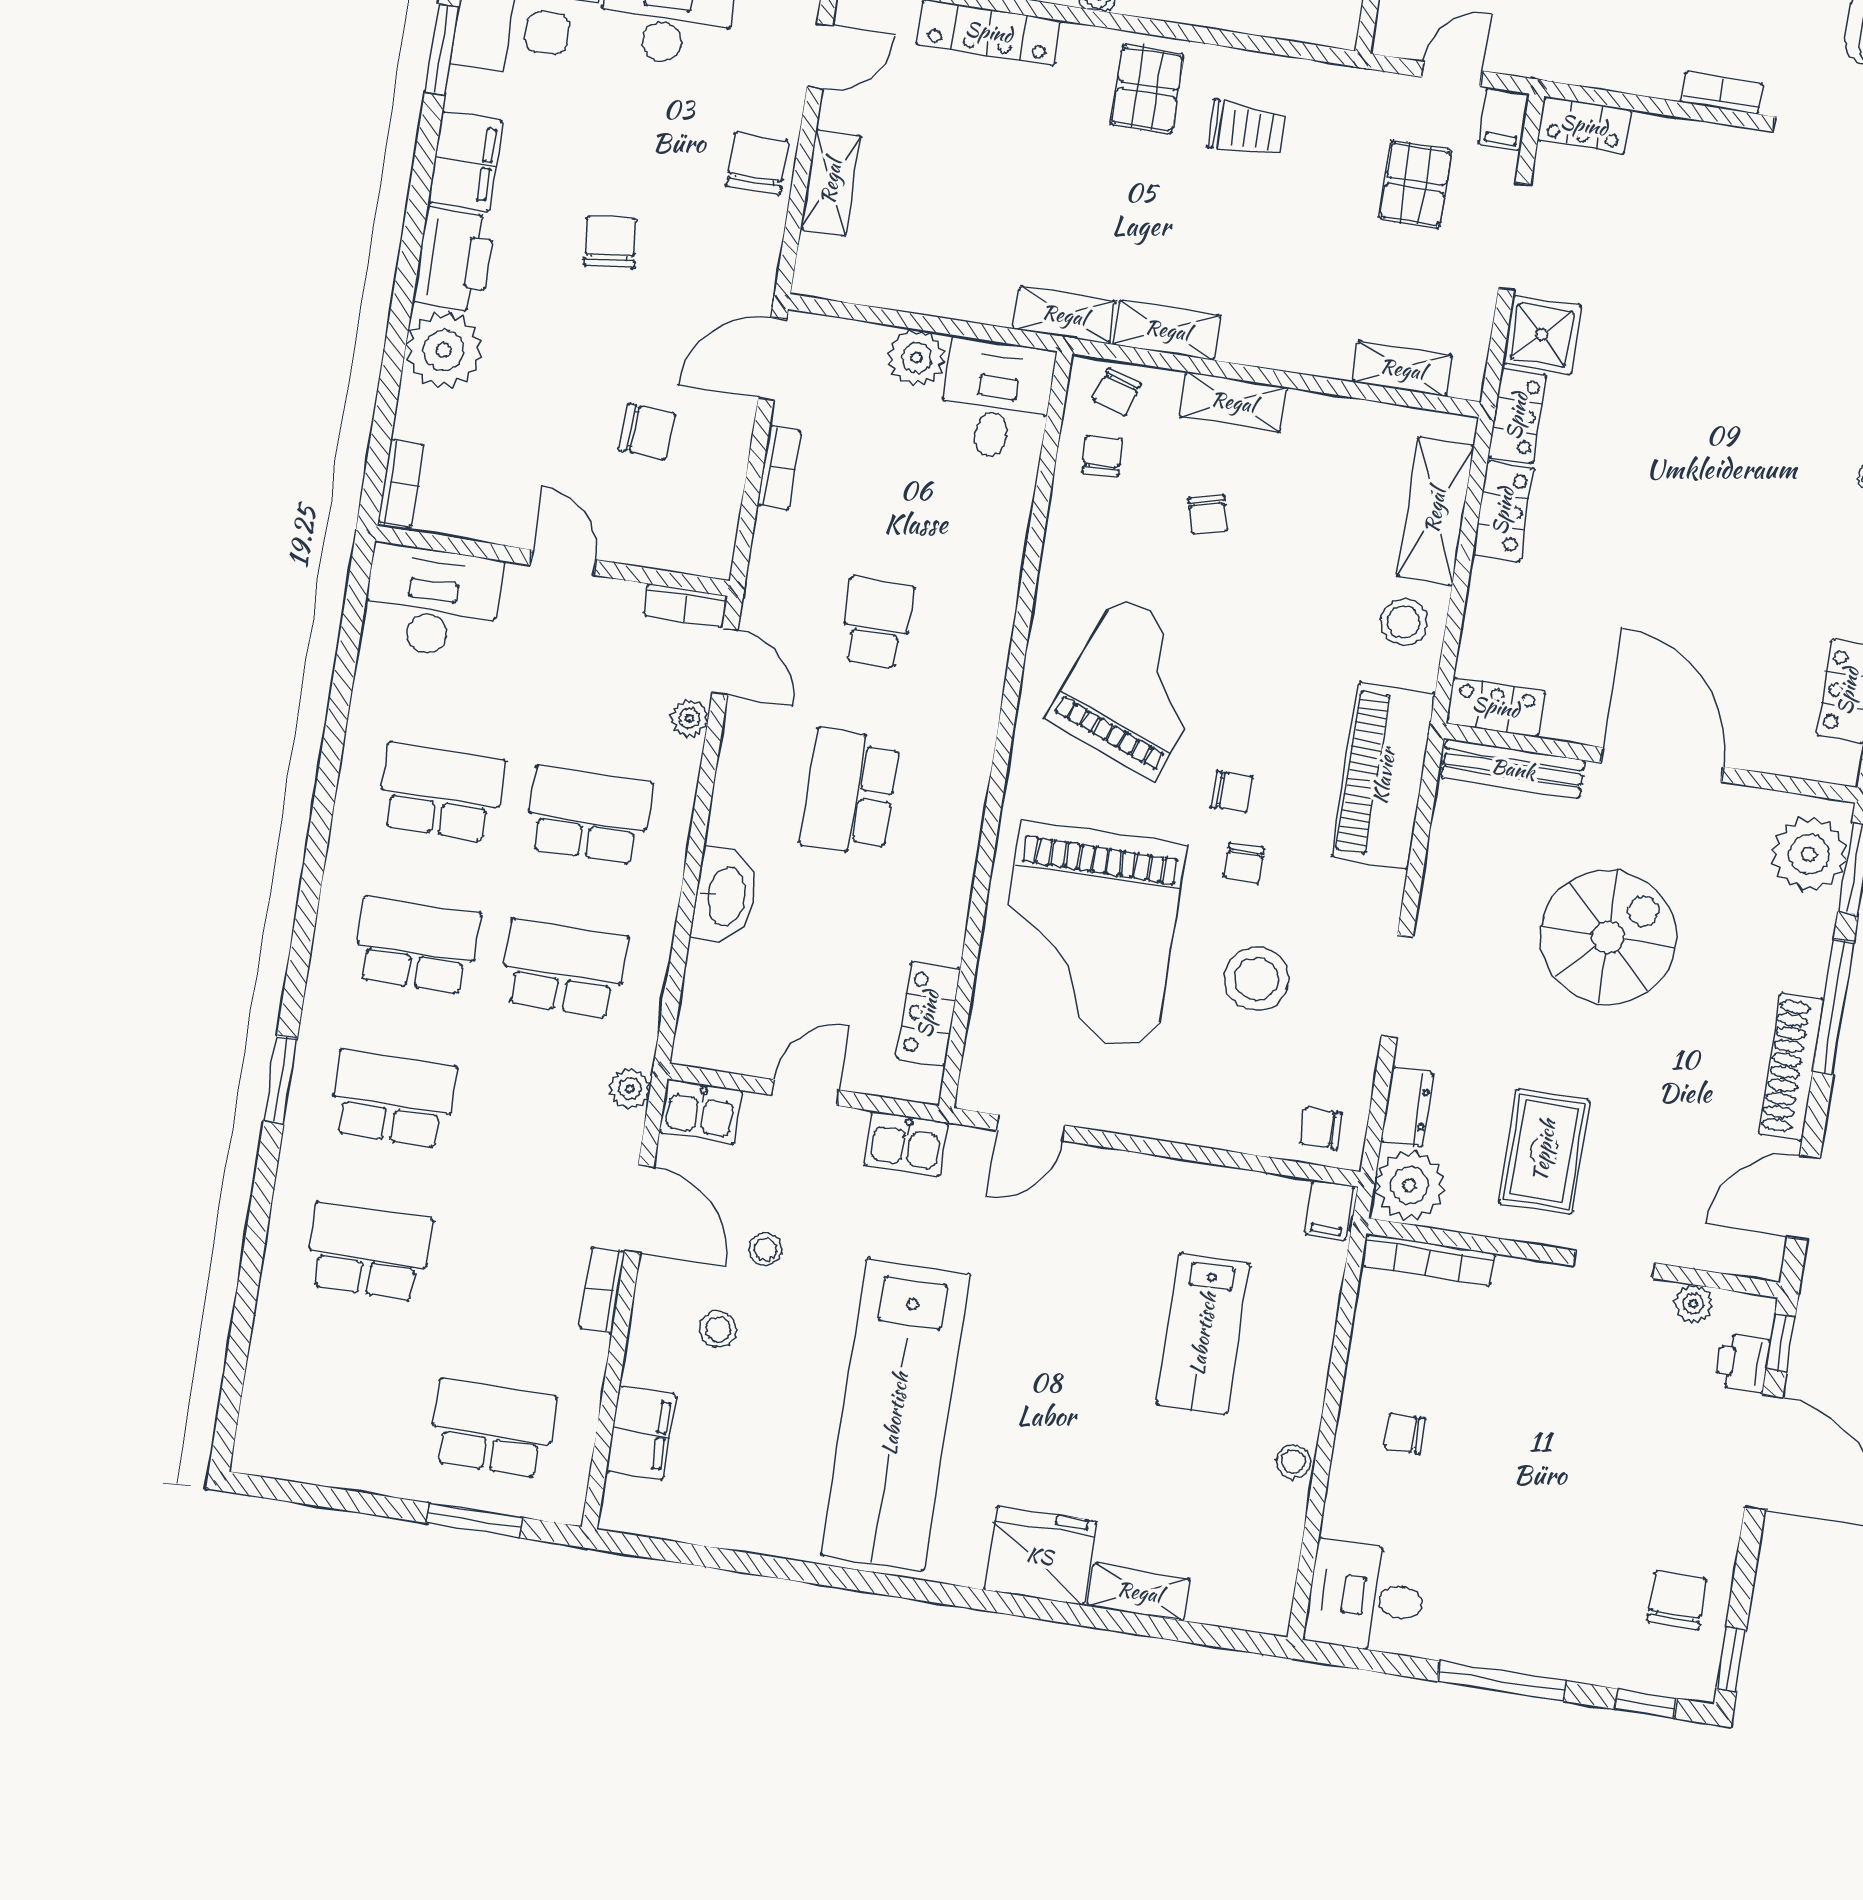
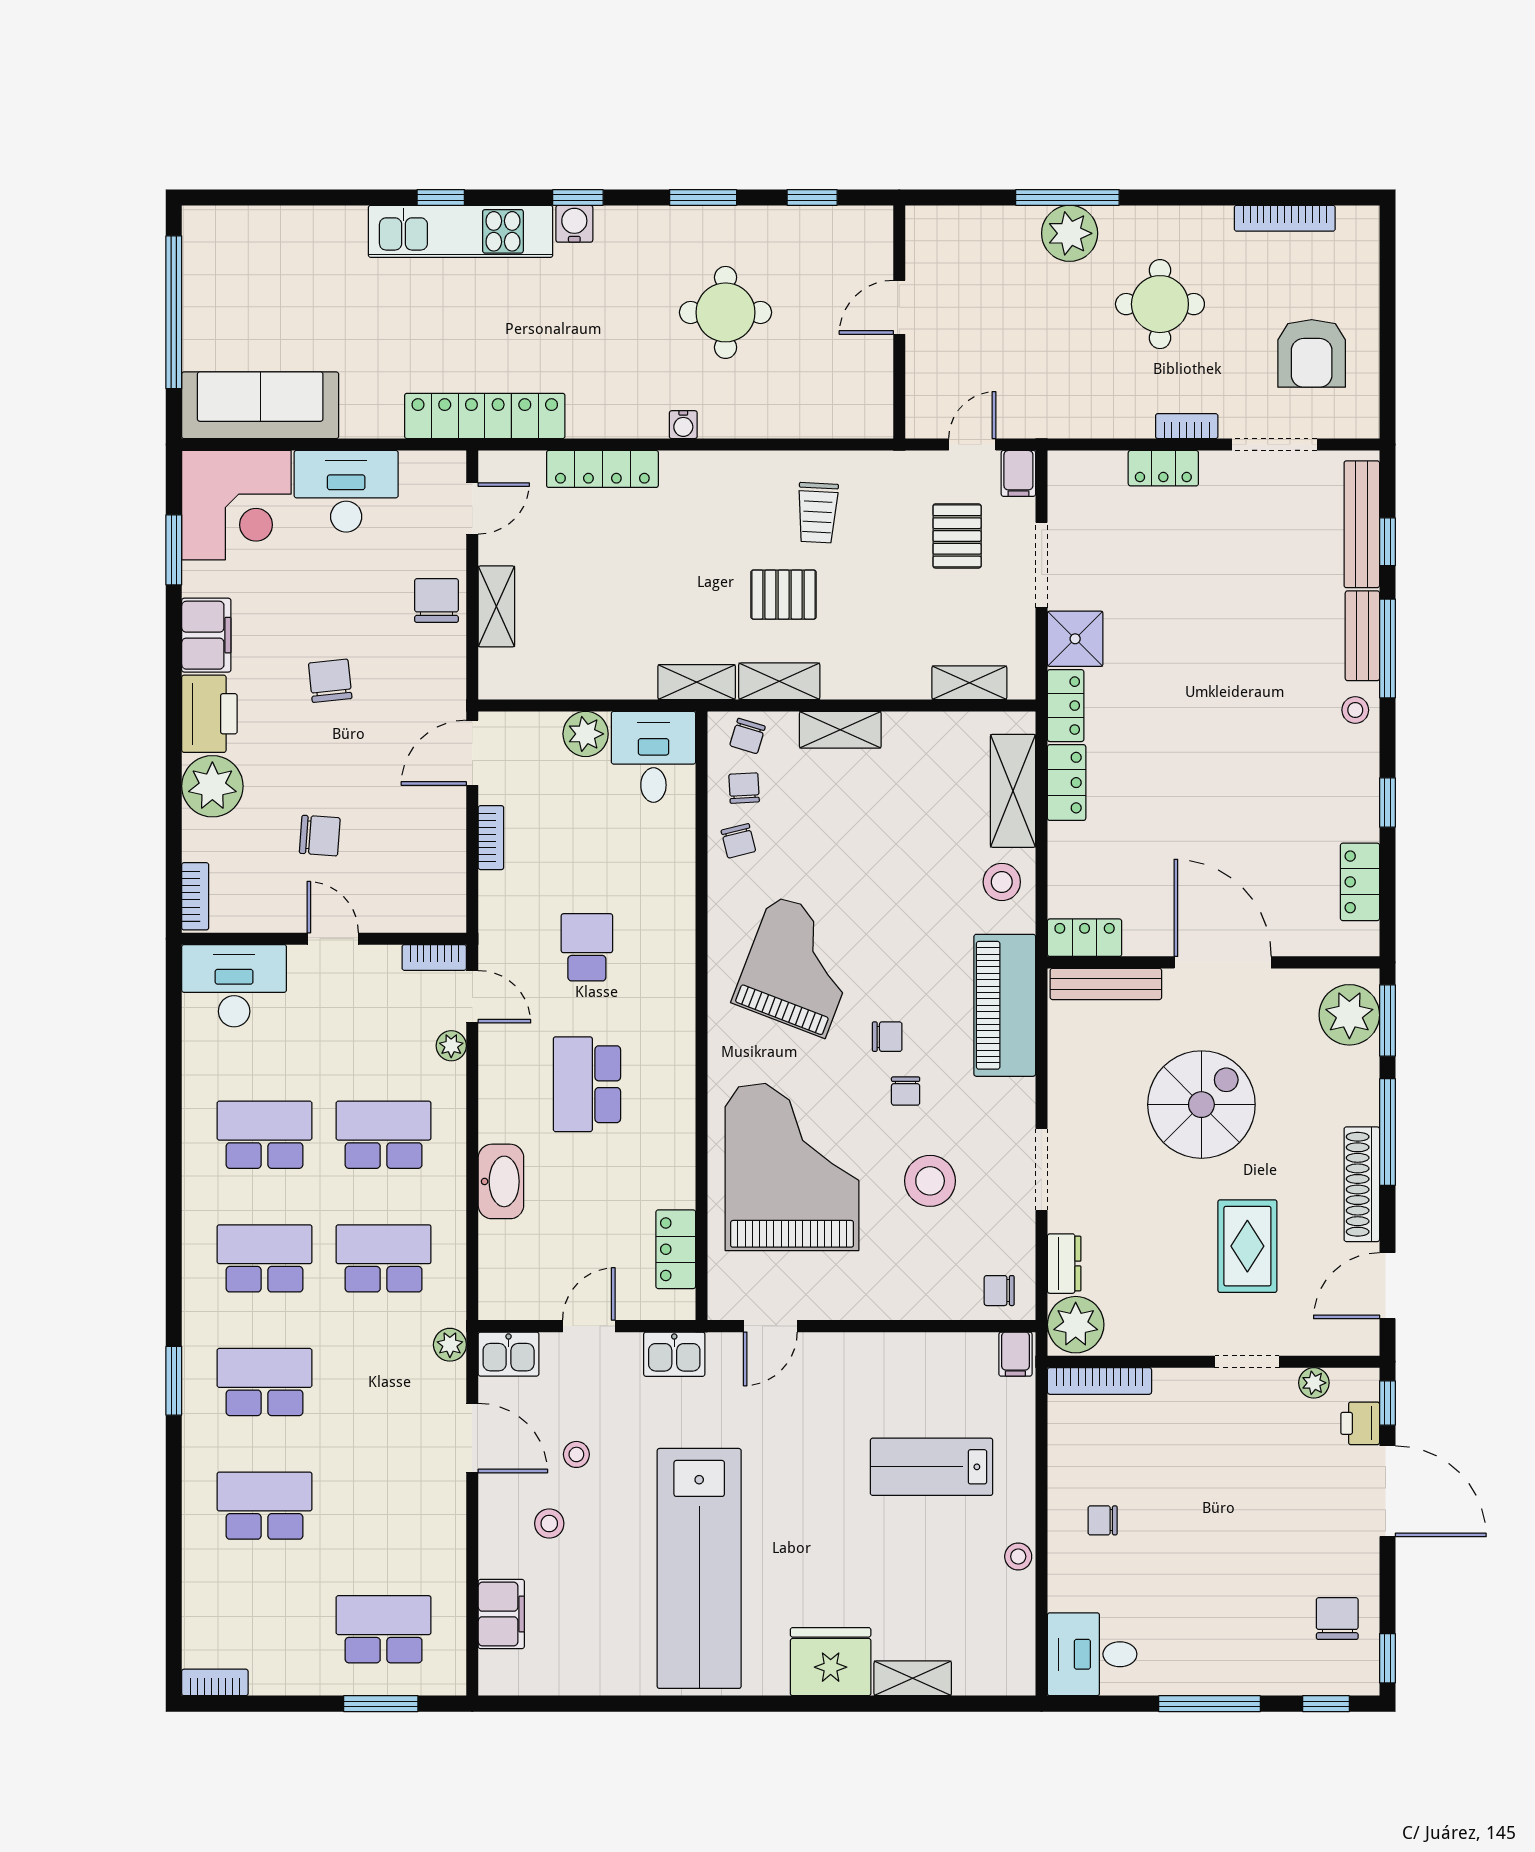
pallet: (1147, 89) -> (784, 595), moved, turned 90
locker: (1584, 125) -> (1163, 468), moved
trolley: (1247, 129) -> (817, 513), turned 93
chair: (647, 432) -> (320, 836), moved
chair: (1208, 514) -> (738, 841), moved
grand piano: (1088, 935) -> (792, 1167), turned 180
rug: (1544, 1151) -> (1247, 1246), moved
bookcase: (602, 1290) -> (215, 1682), moved, turned 90
lab bench: (1203, 1334) -> (932, 1467), turned 90

